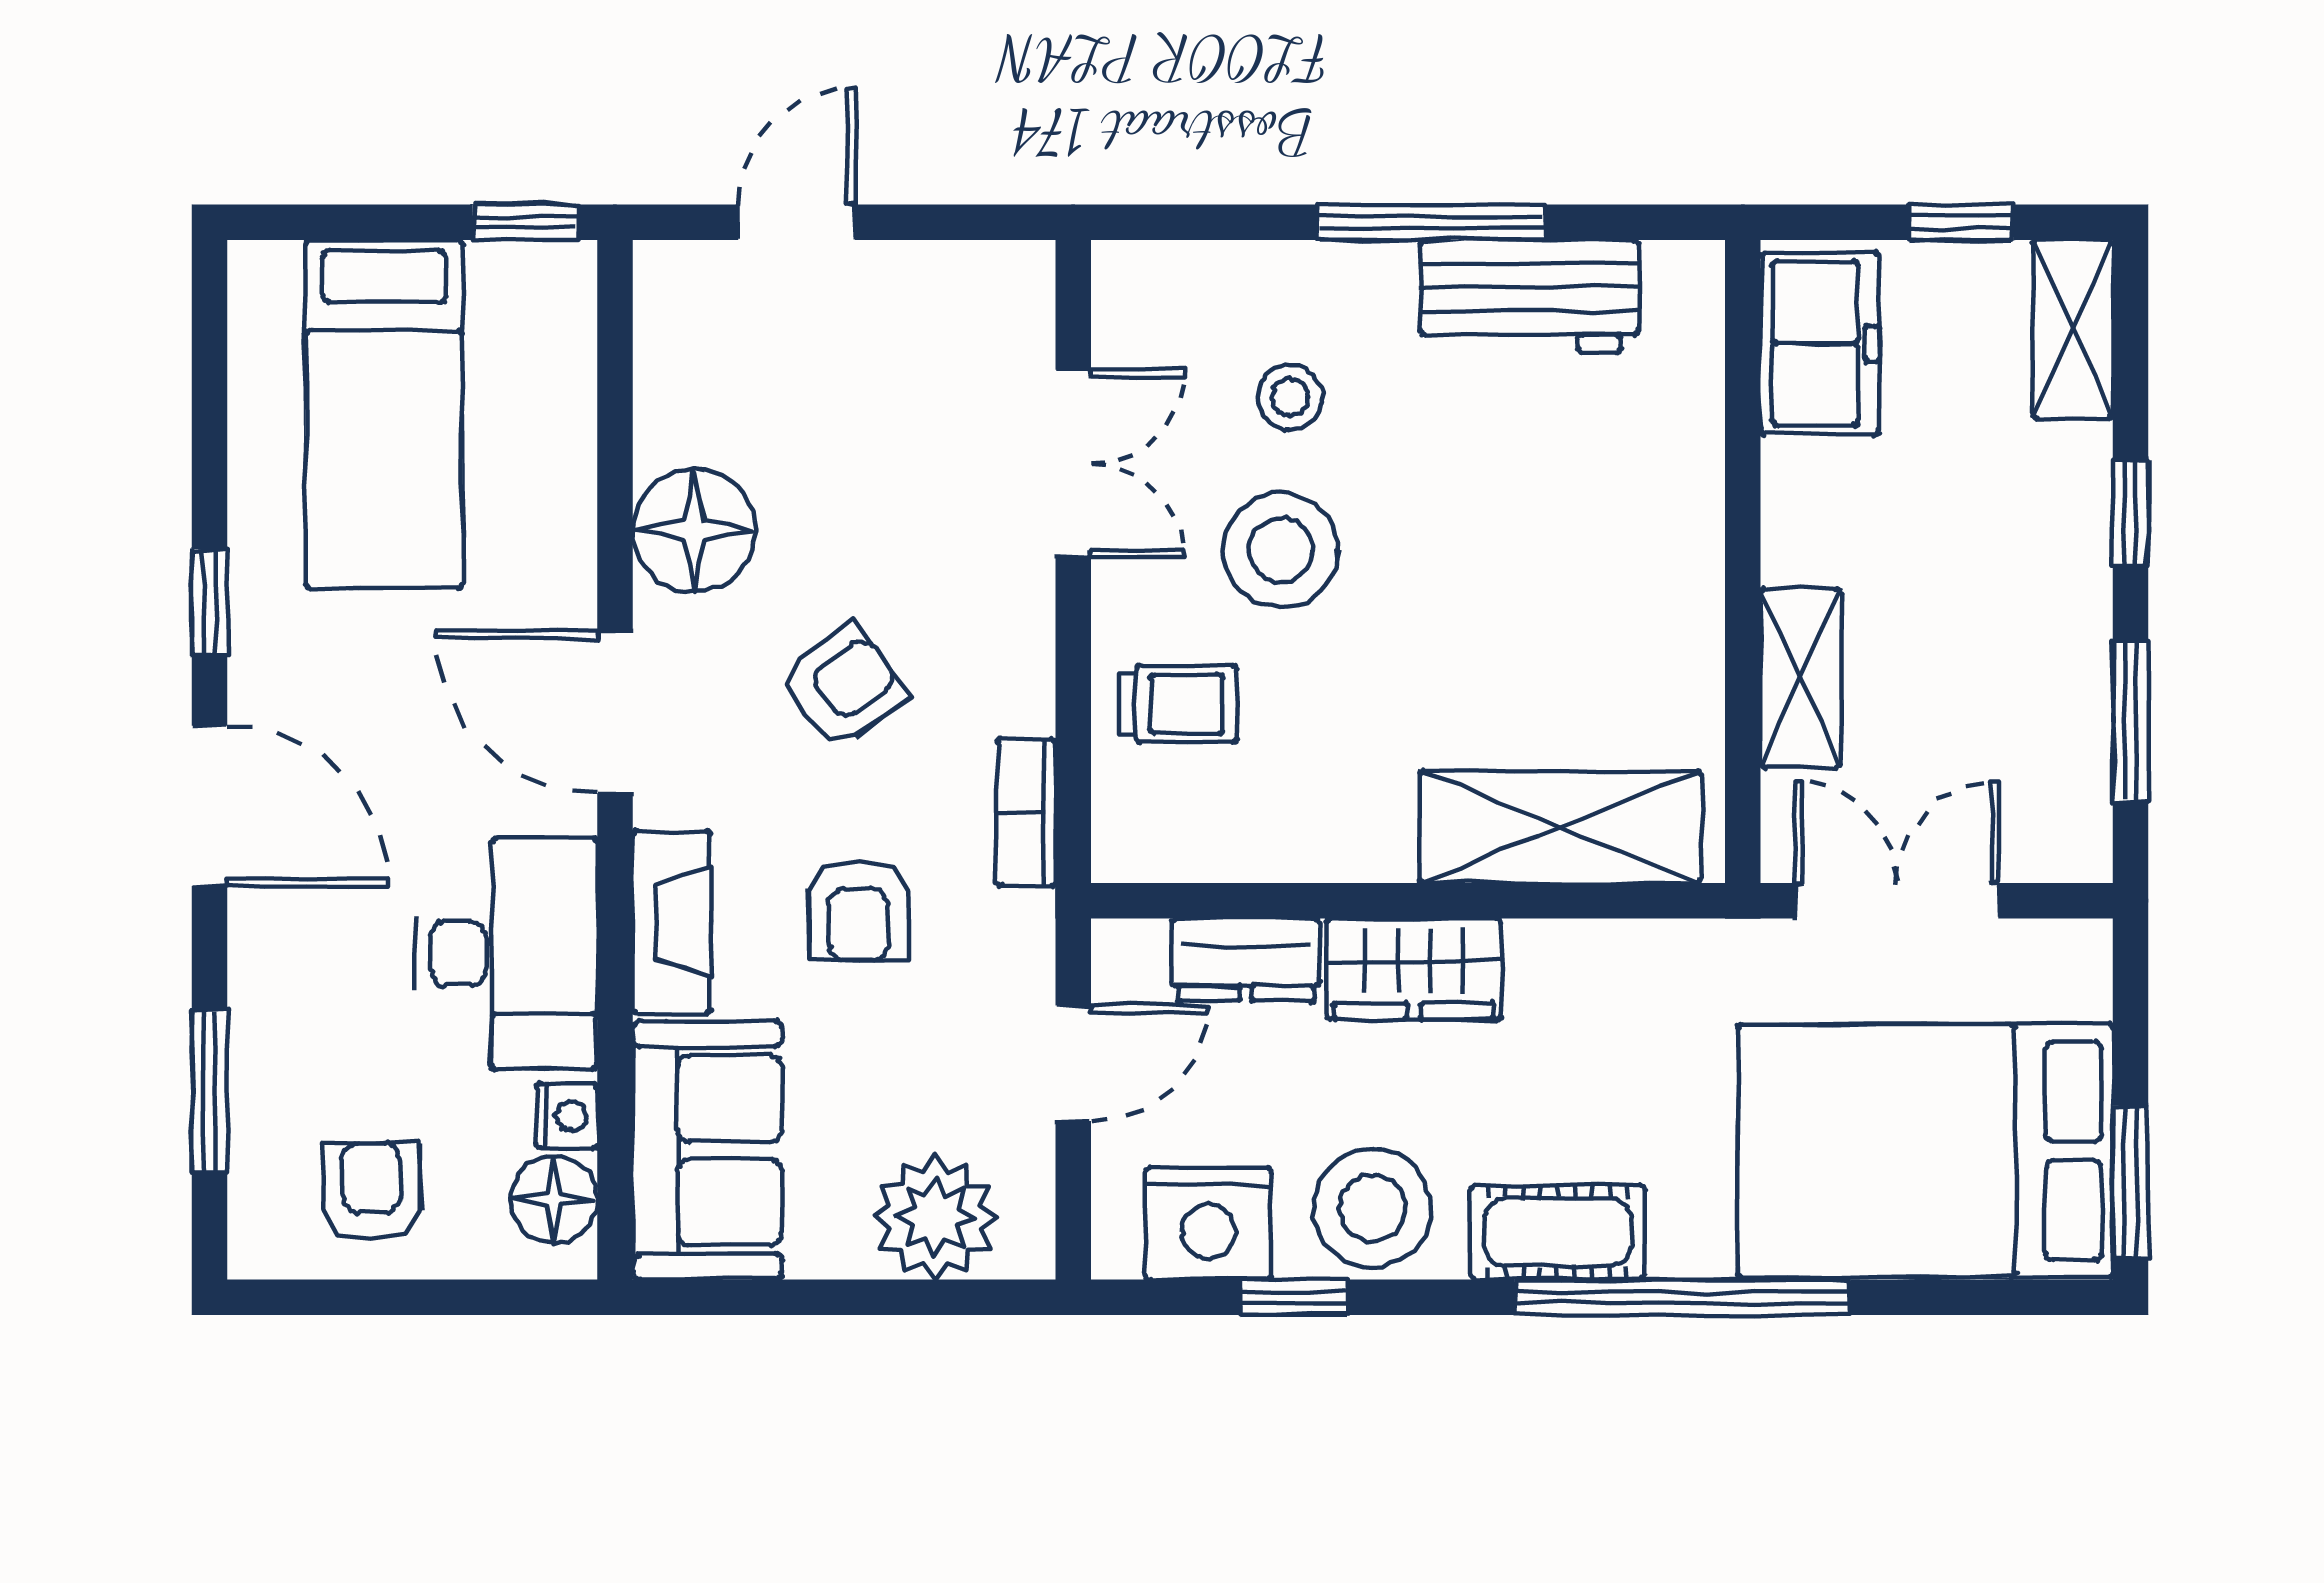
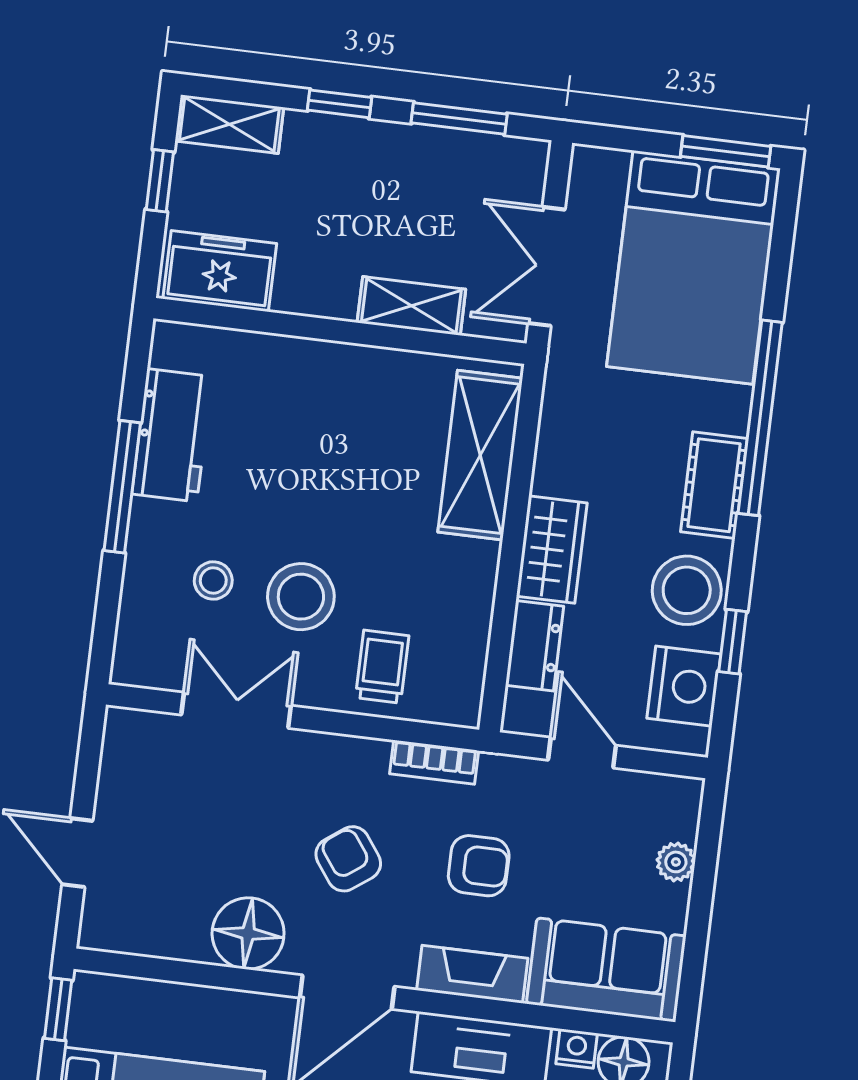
plant: (935, 1217) -> (676, 862), width x0.53, depth x0.53

